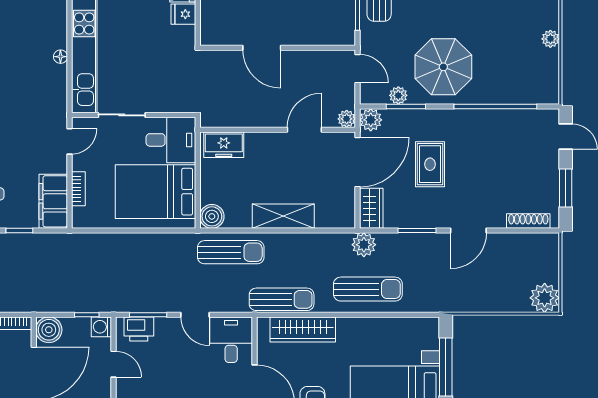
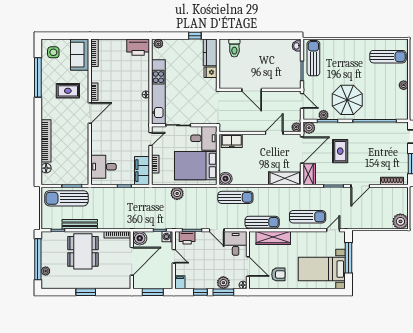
shelving: (283, 216) -> (285, 178), moved
plant: (364, 245) -> (177, 193), moved
door: (417, 315) -> (333, 230), added

